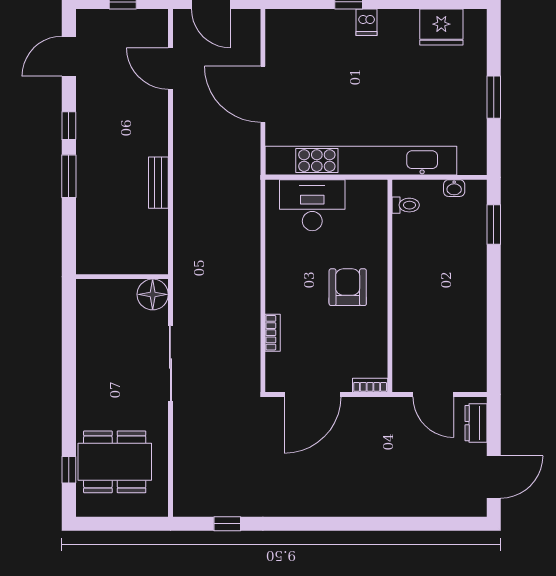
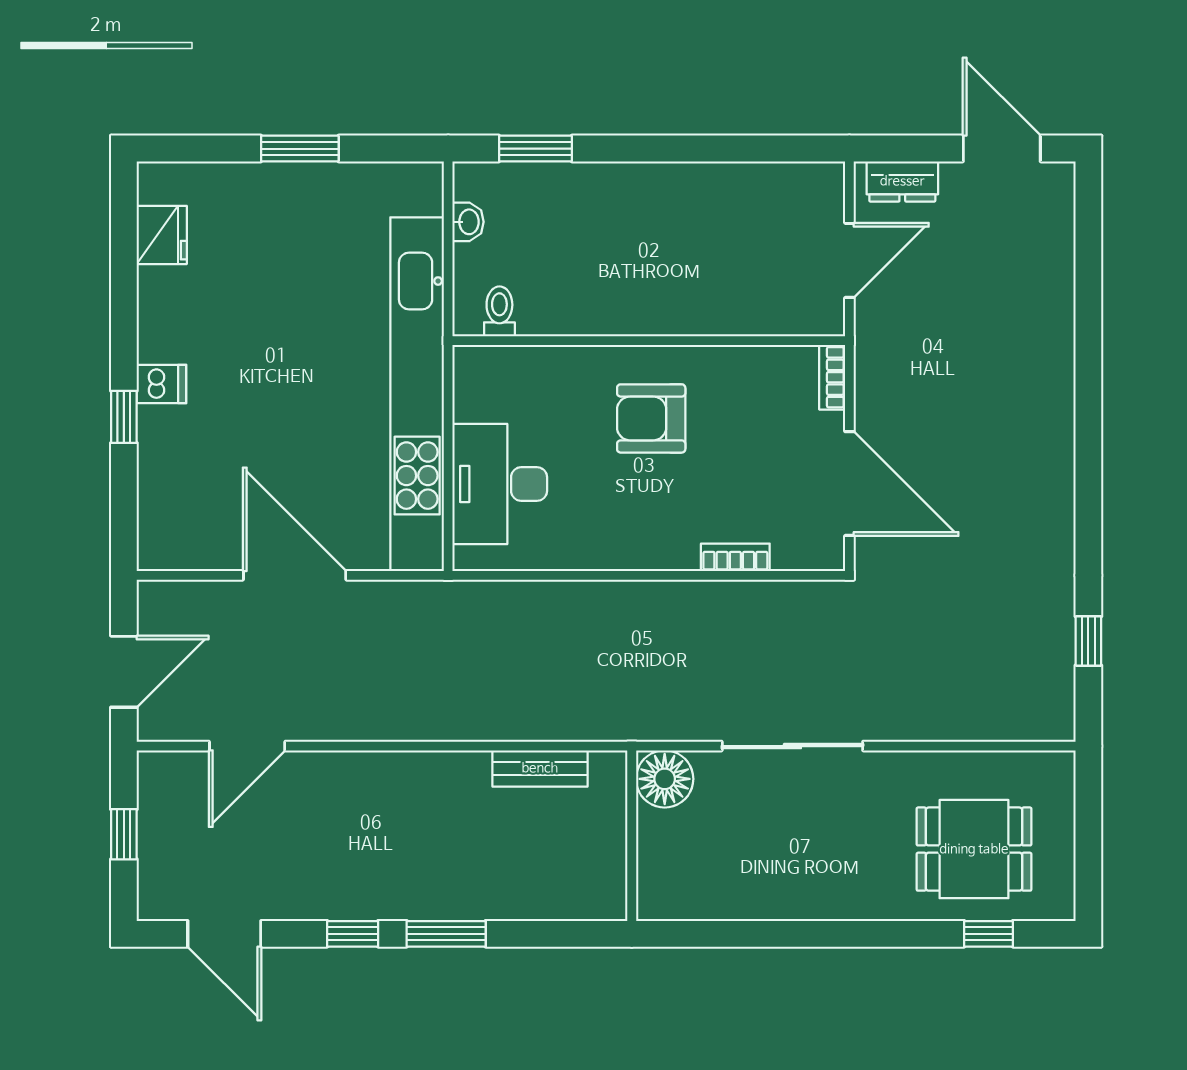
fridge: (441, 27) -> (162, 235), width x0.73, depth x0.75
door: (263, 94) -> (295, 575), swing flipped
bench: (158, 183) -> (540, 768), moved
dining table: (115, 462) -> (974, 849), width x0.73

